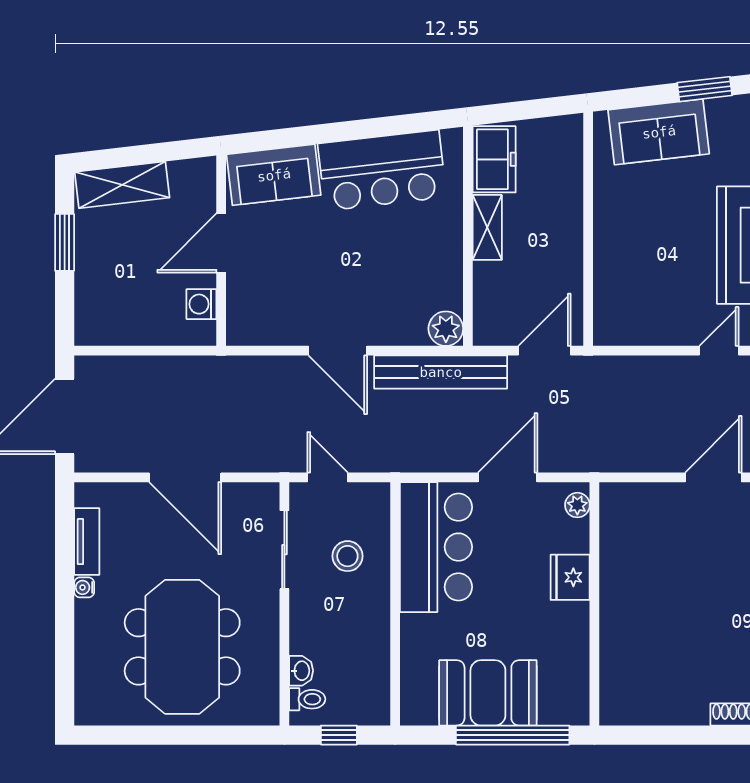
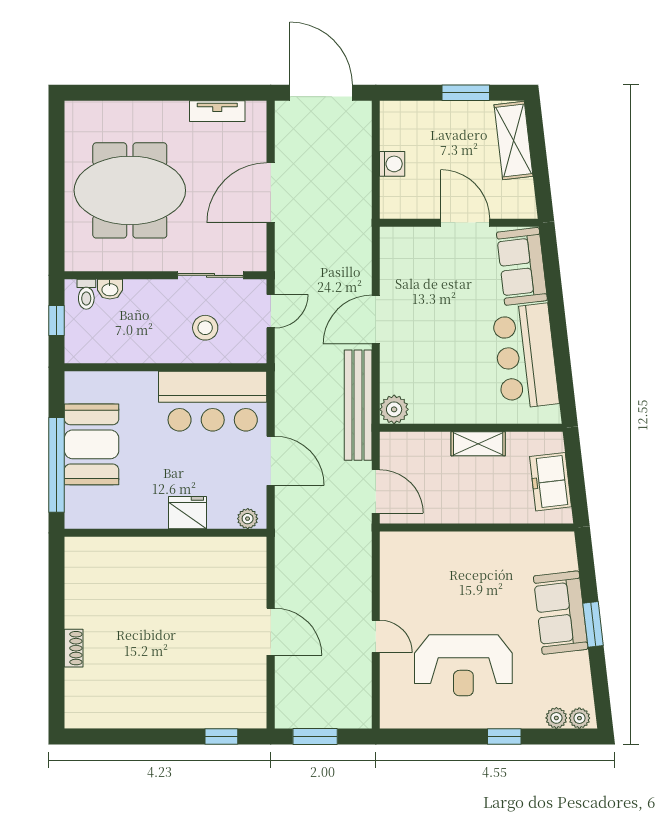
sofa: (659, 132) -> (561, 613), moved
freezer: (494, 159) -> (551, 482), moved, turned 83
washing machine: (201, 304) -> (392, 164), moved, turned 90
water cooler: (84, 587) -> (179, 109), removed

